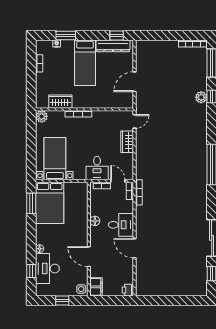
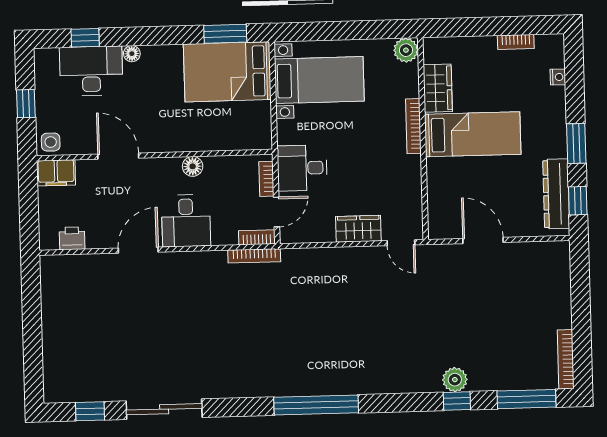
window: (66, 36) -> (576, 143), moved
bed: (85, 63) -> (473, 134), moved, turned 180
door: (89, 257) -> (118, 156), hinge flipped
printer: (128, 290) -> (72, 238), moved

